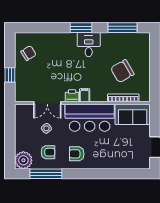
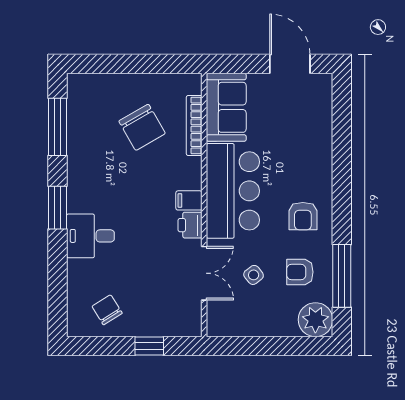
desk: (89, 45) -> (90, 236), moved
armchair: (48, 152) -> (300, 272), turned -90

